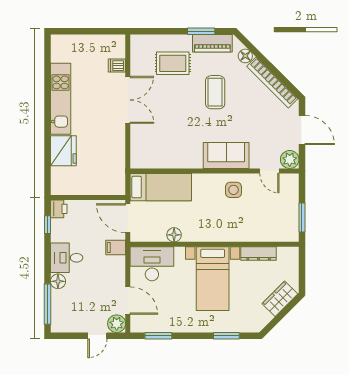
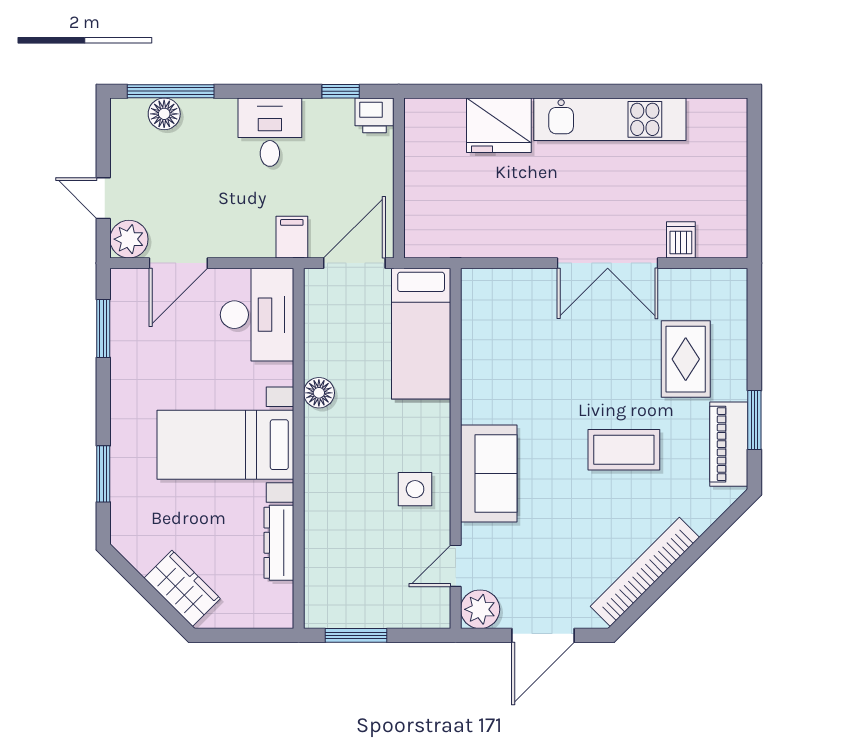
floor lamp: (245, 56) -> (701, 514), removed
floor lamp: (174, 235) -> (319, 393), moved
floor lamp: (58, 281) -> (164, 114), moved

